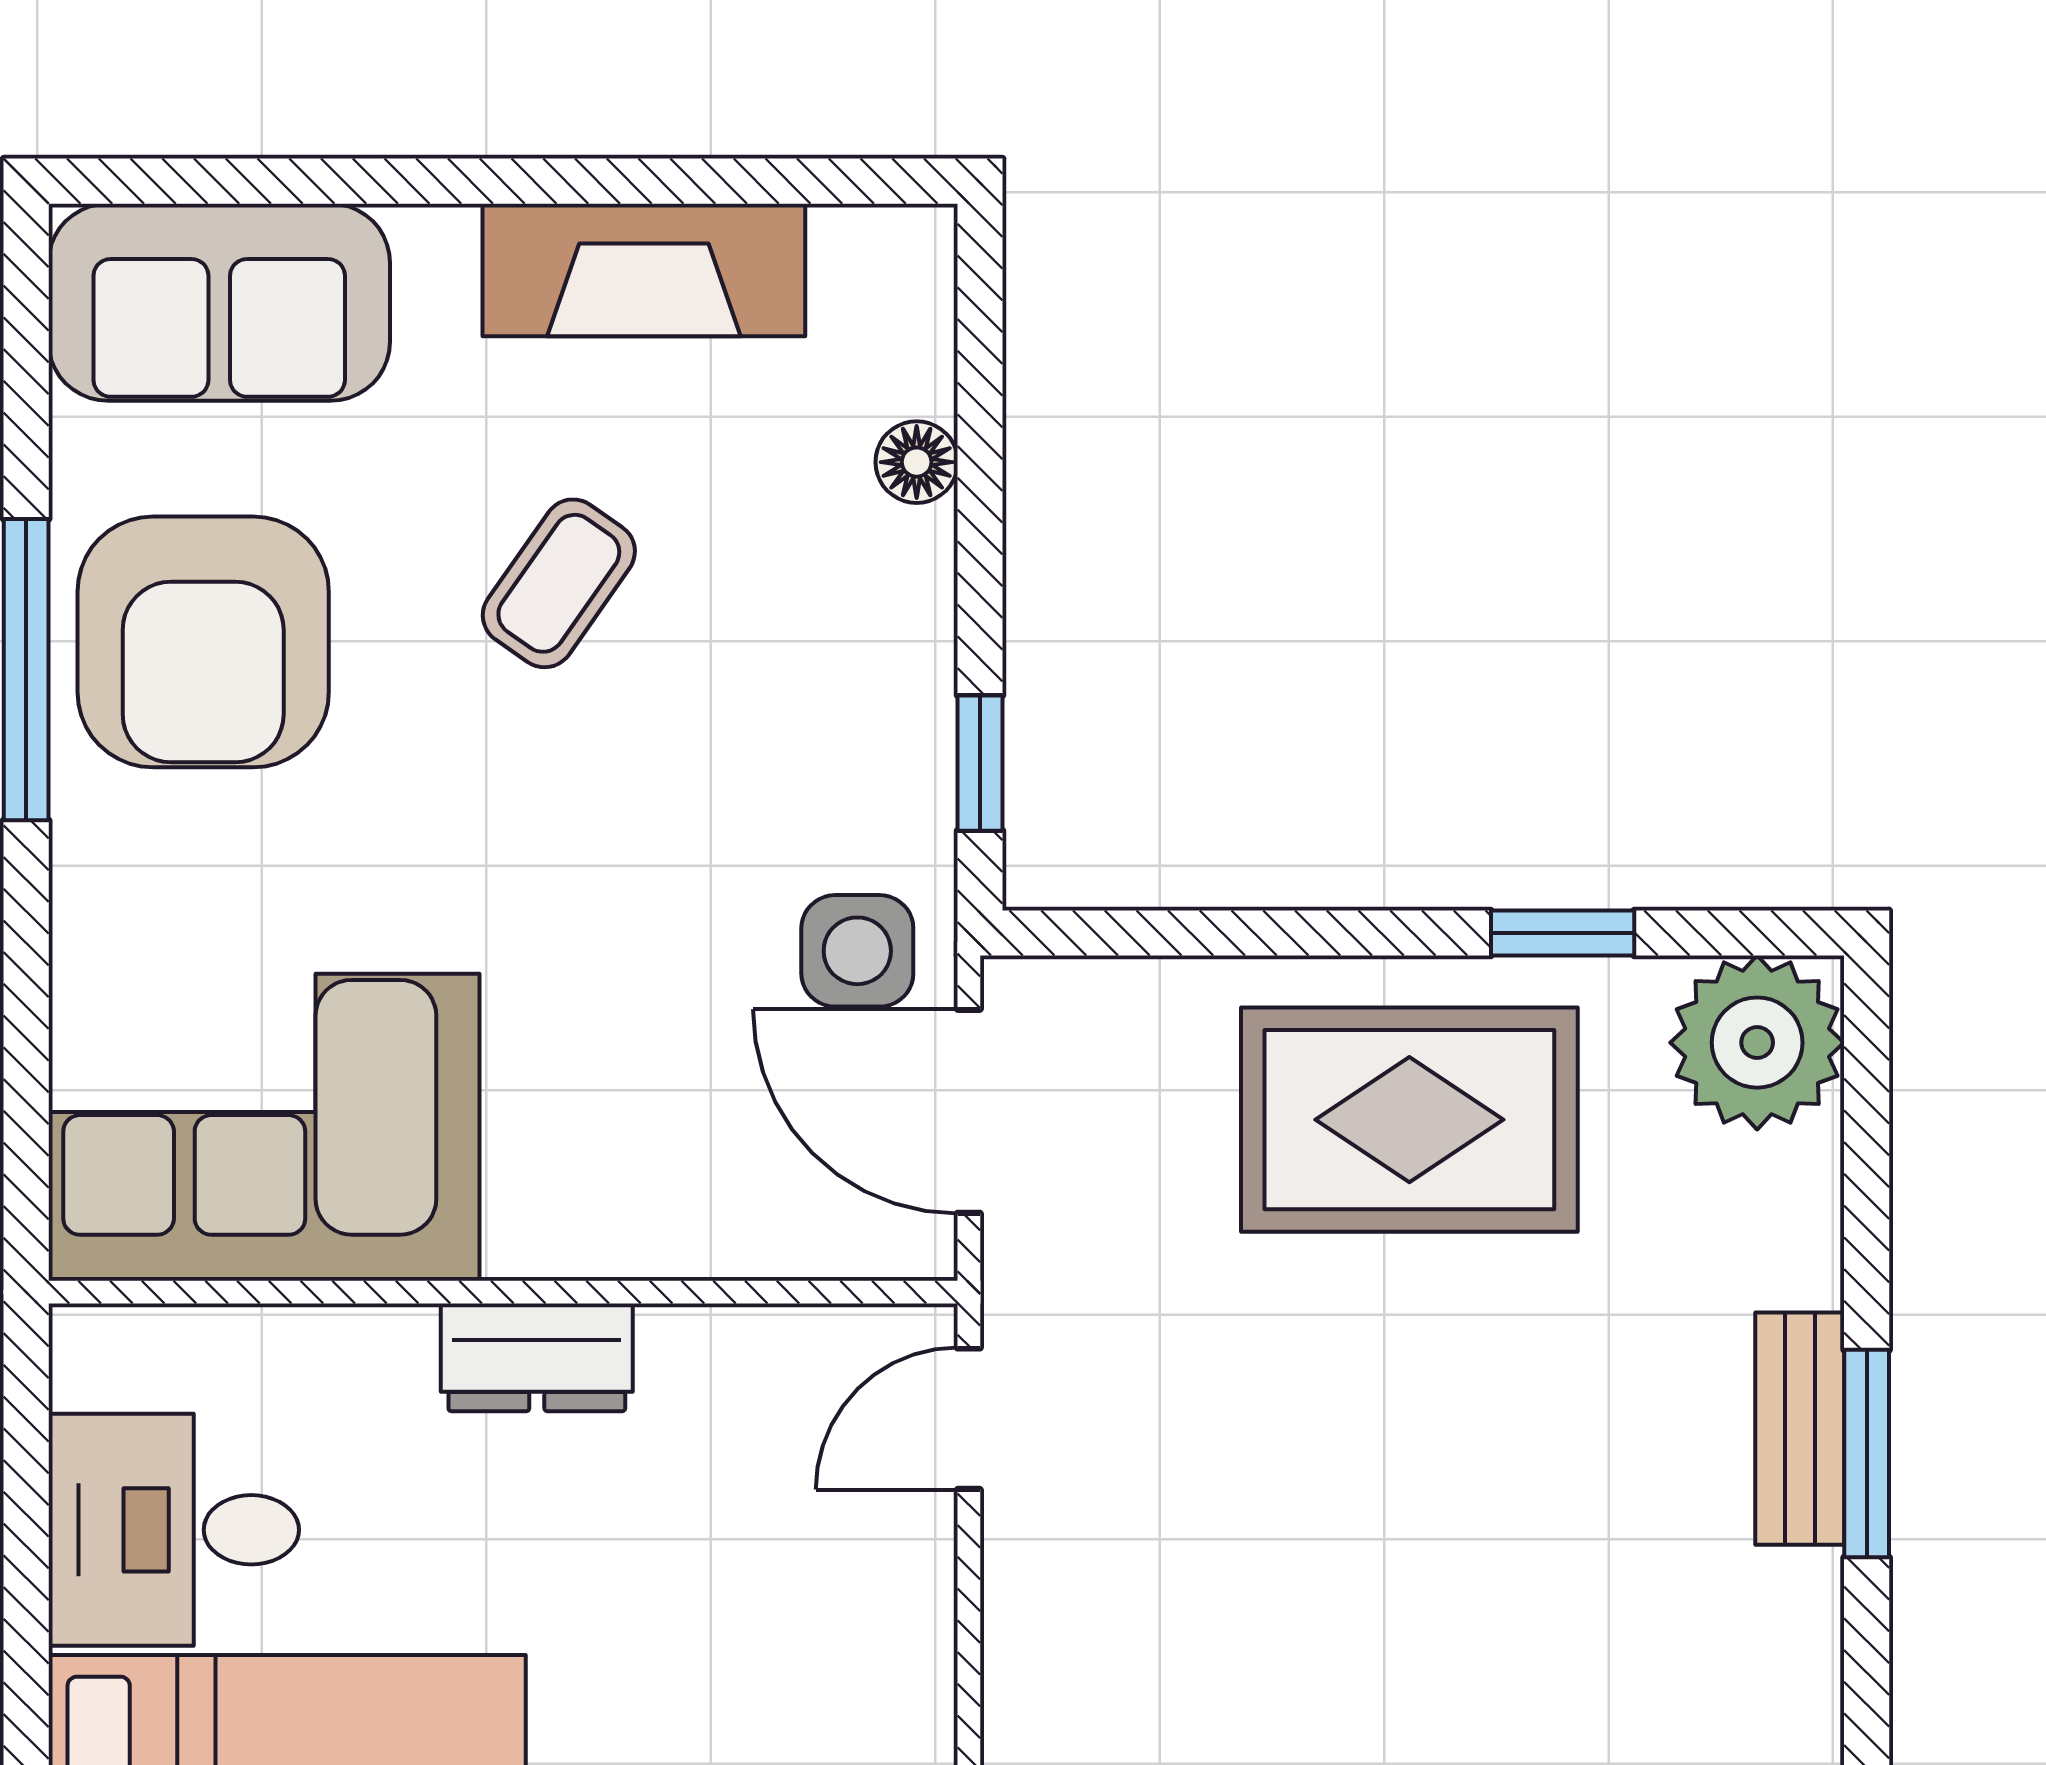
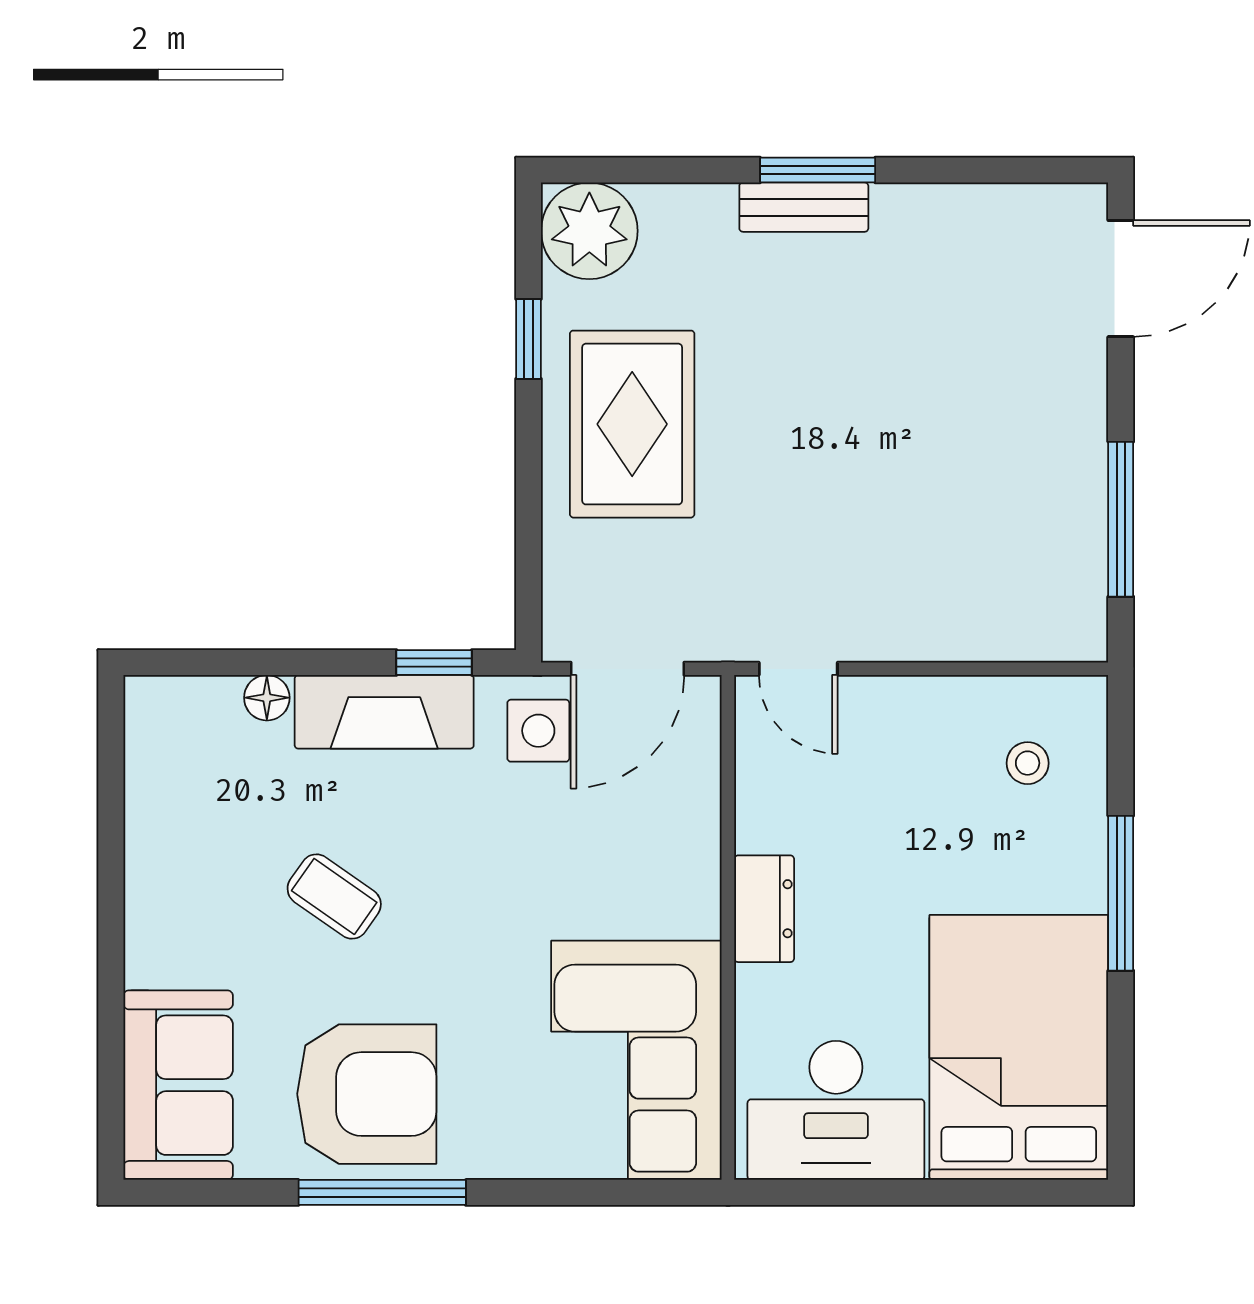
fireplace: (644, 270) -> (384, 712), moved, turned 90
desk: (174, 1530) -> (836, 1110), width x1.37

